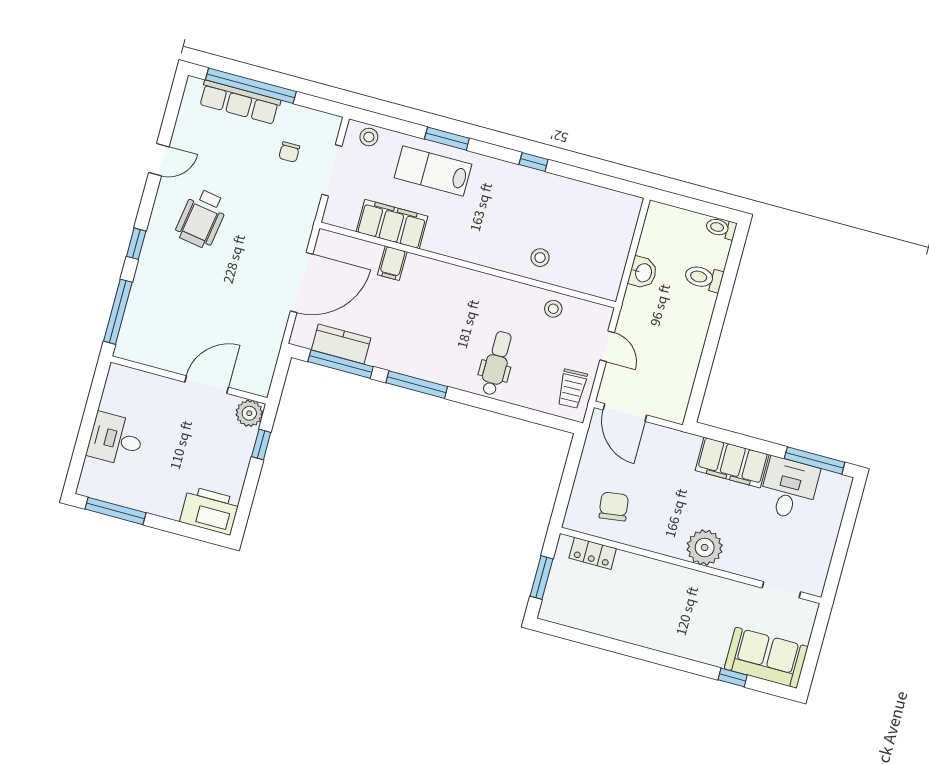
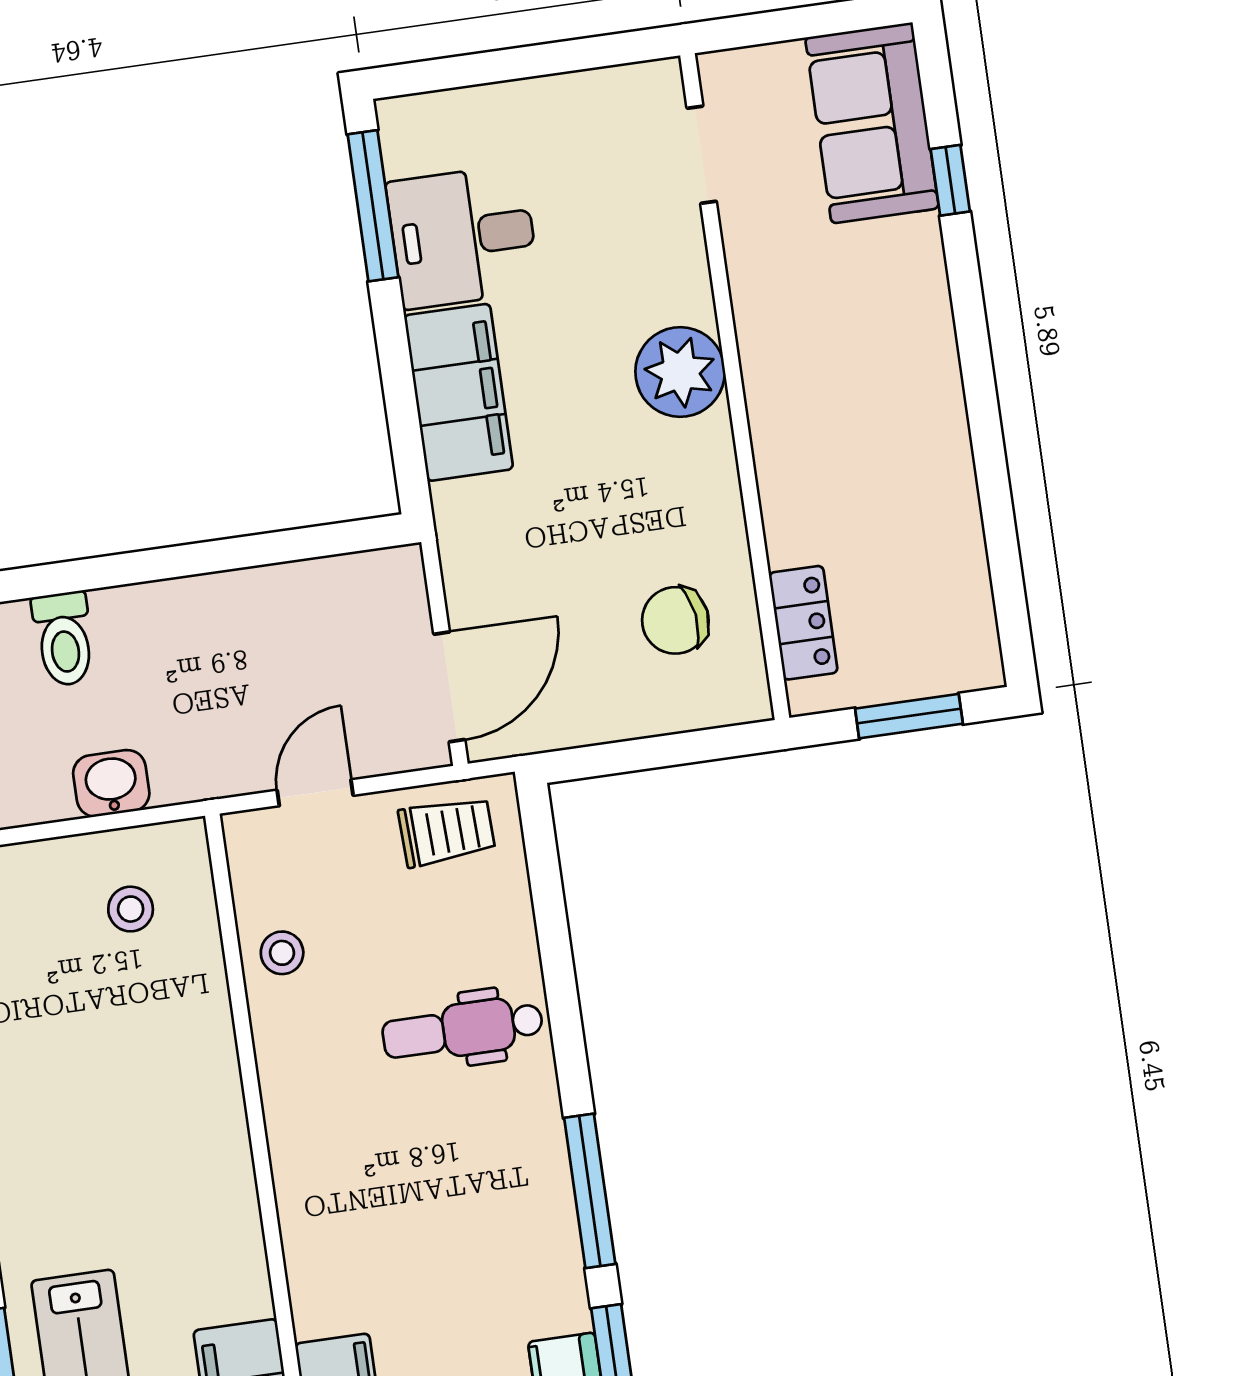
stool: (540, 258) -> (131, 909), moved

